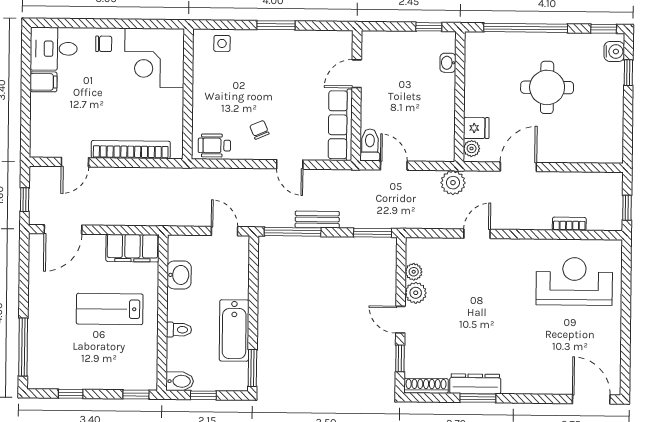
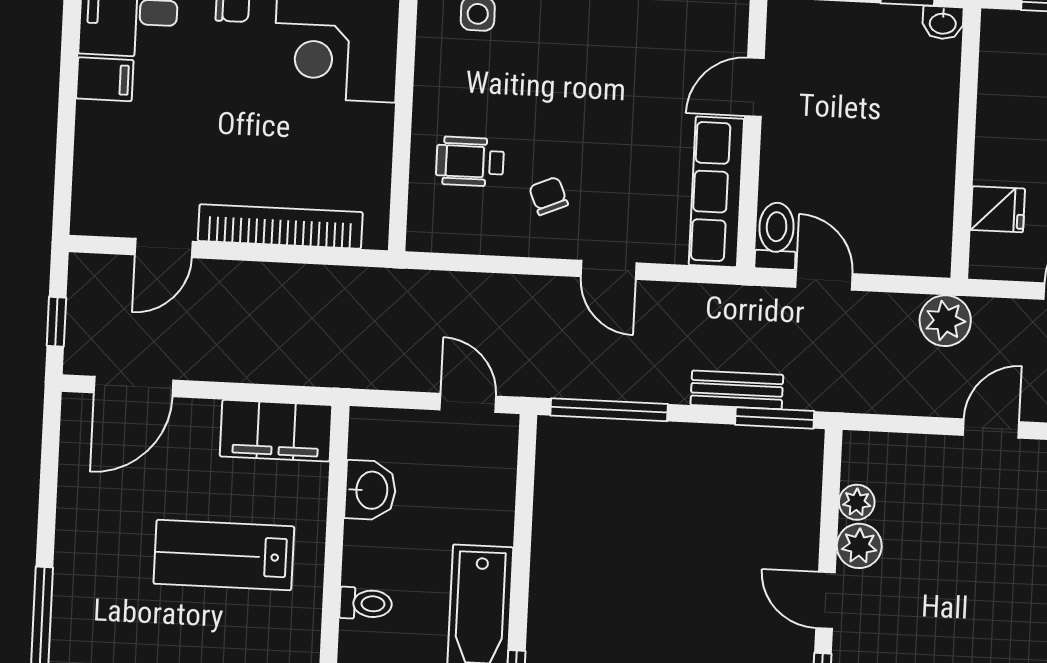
washbasin: (448, 63) -> (943, 23), moved, turned -90
wheelchair: (214, 145) -> (470, 162), moved
plant: (472, 149) -> (986, 251), removed
bench: (317, 219) -> (737, 390), moved

